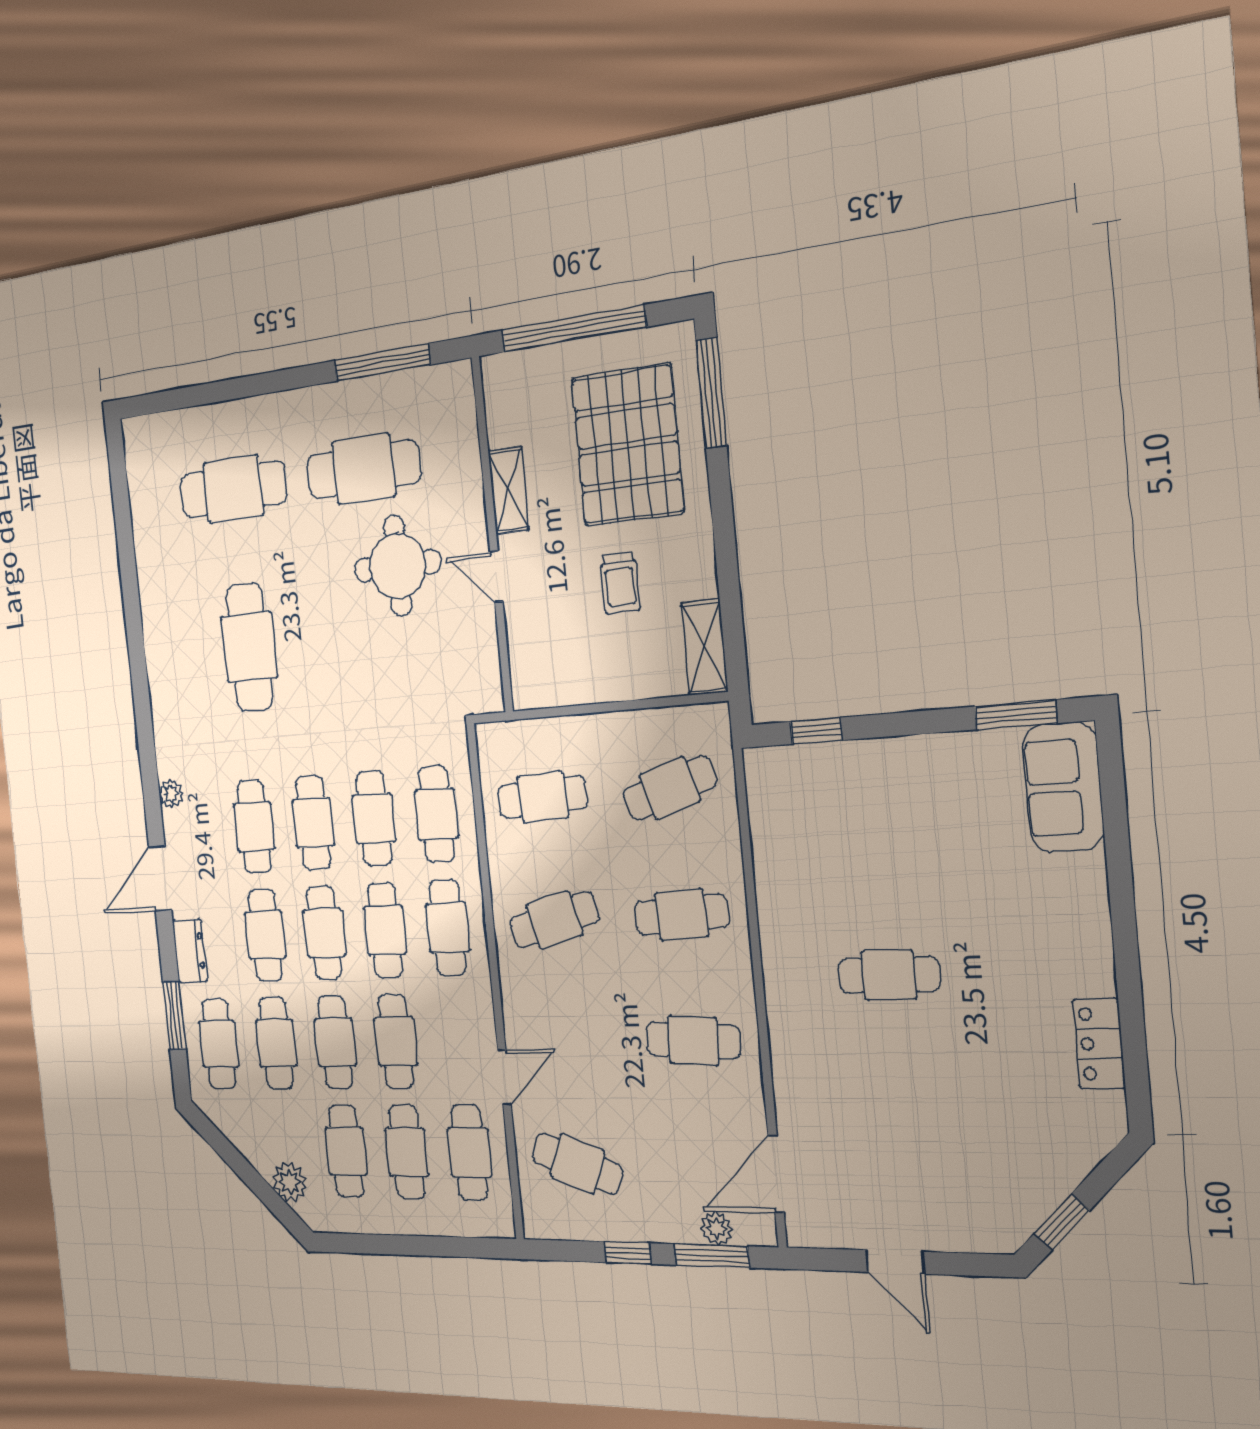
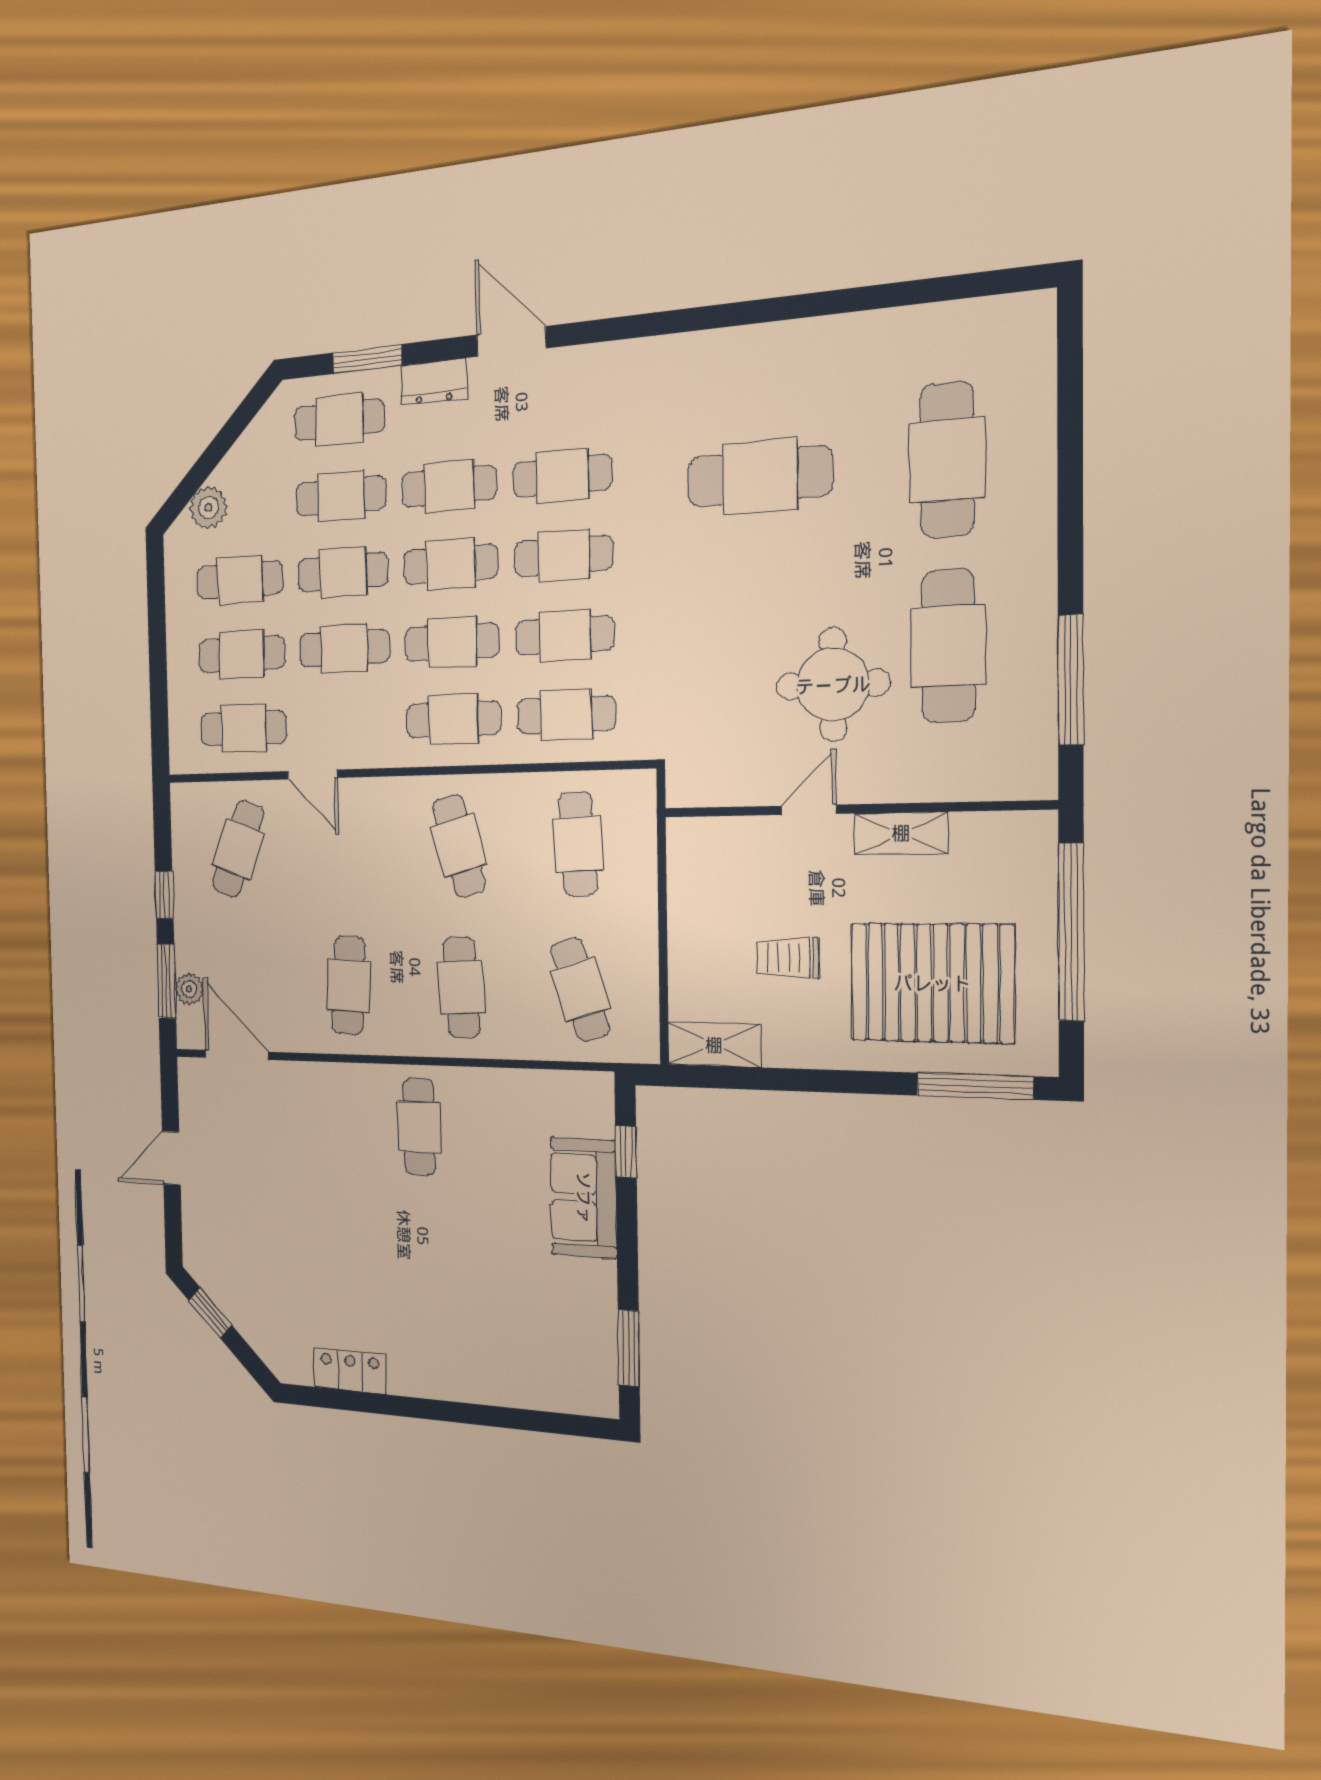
sofa: (1063, 787) -> (584, 1198), moved, turned -90
plant: (171, 794) -> (602, 359), removed
cafe table: (889, 975) -> (419, 1127), moved

